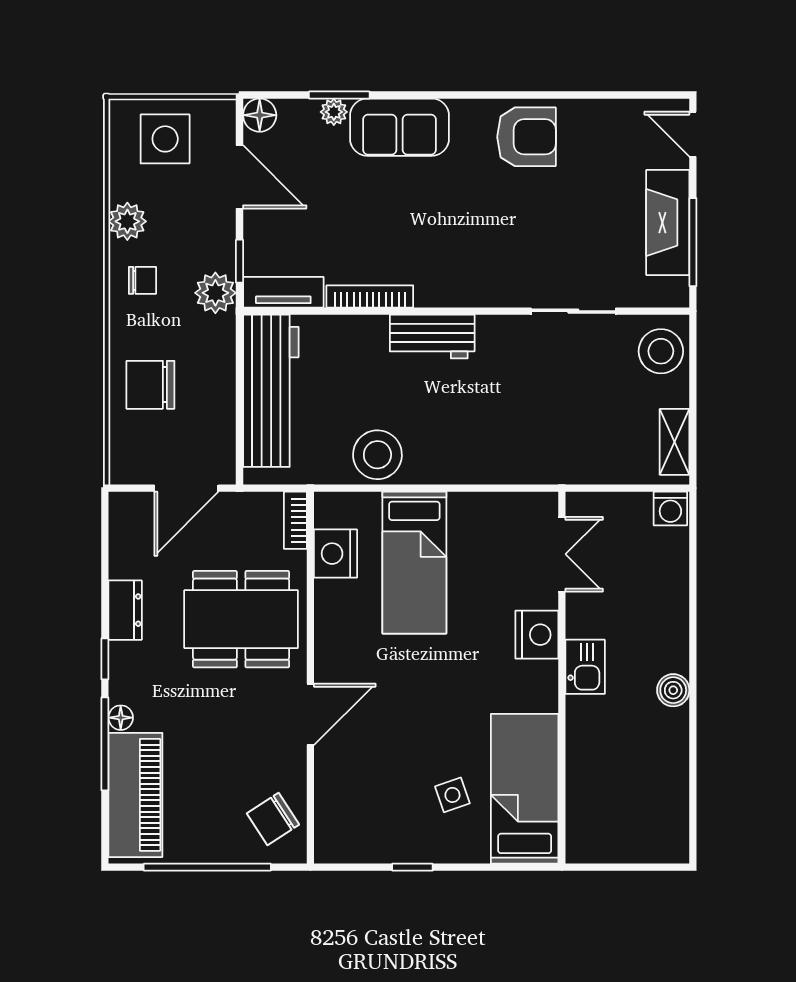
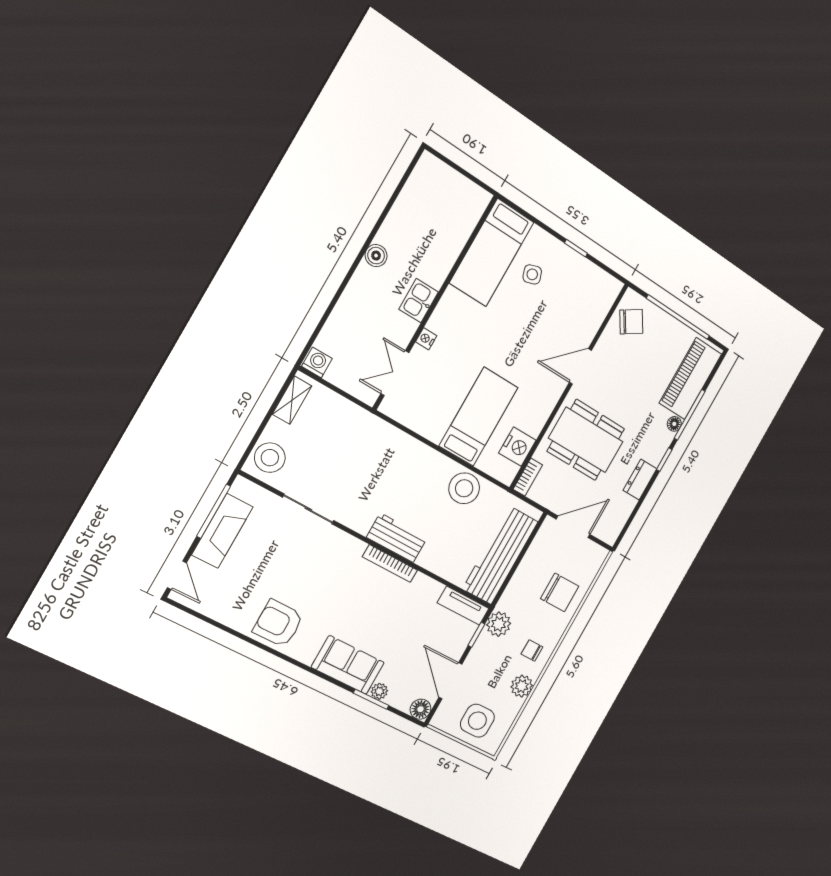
bookcase: (370, 296) -> (390, 564), moved
nightstand: (537, 635) -> (426, 339), width x0.53, depth x0.56

